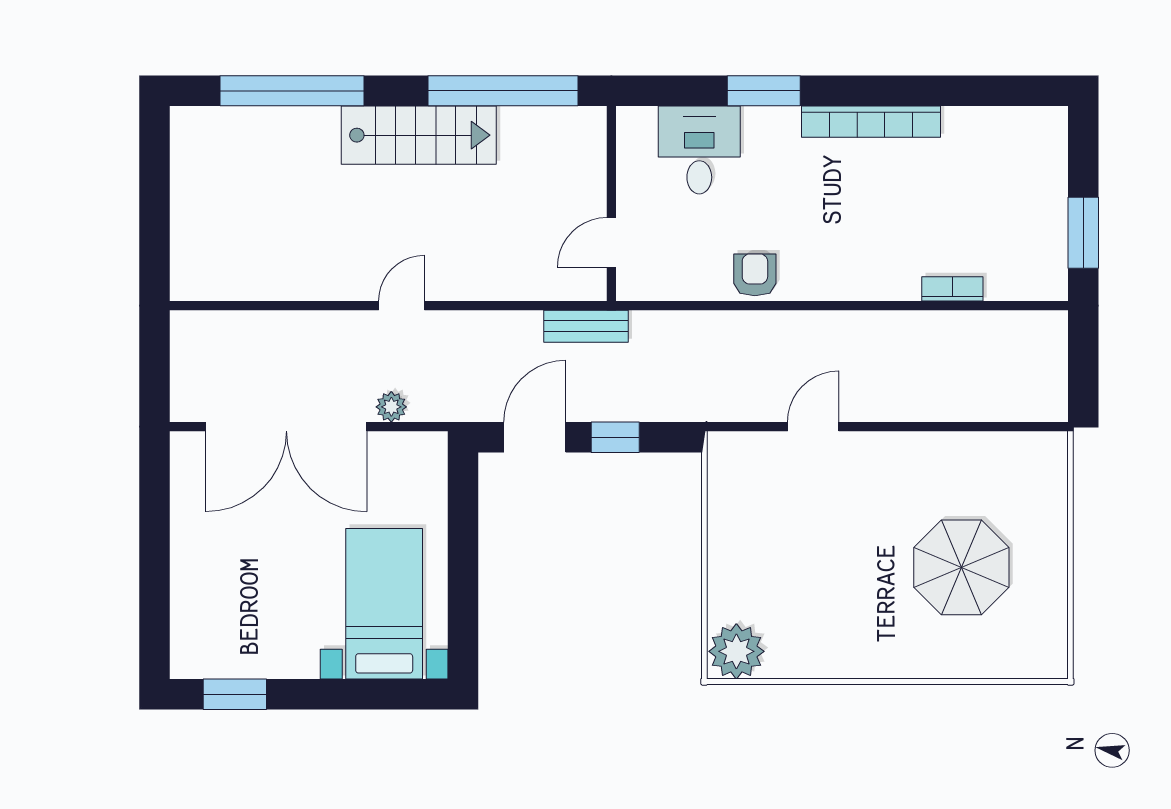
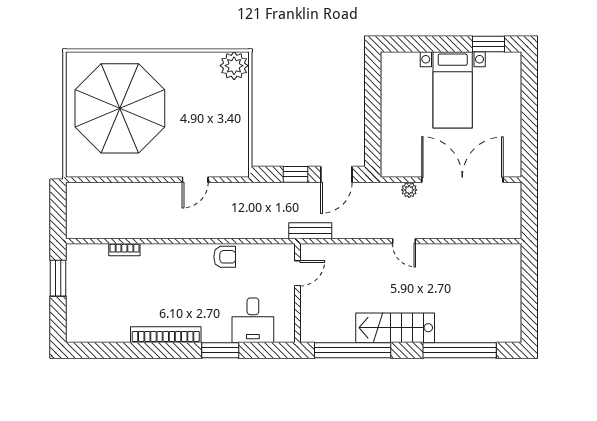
armchair: (755, 275) -> (225, 257), turned -90
door: (402, 306) -> (404, 241), hinge flipped
parasol: (961, 567) -> (120, 108), width x1.86, depth x1.86
bed with nightstands: (384, 604) -> (453, 90), moved

